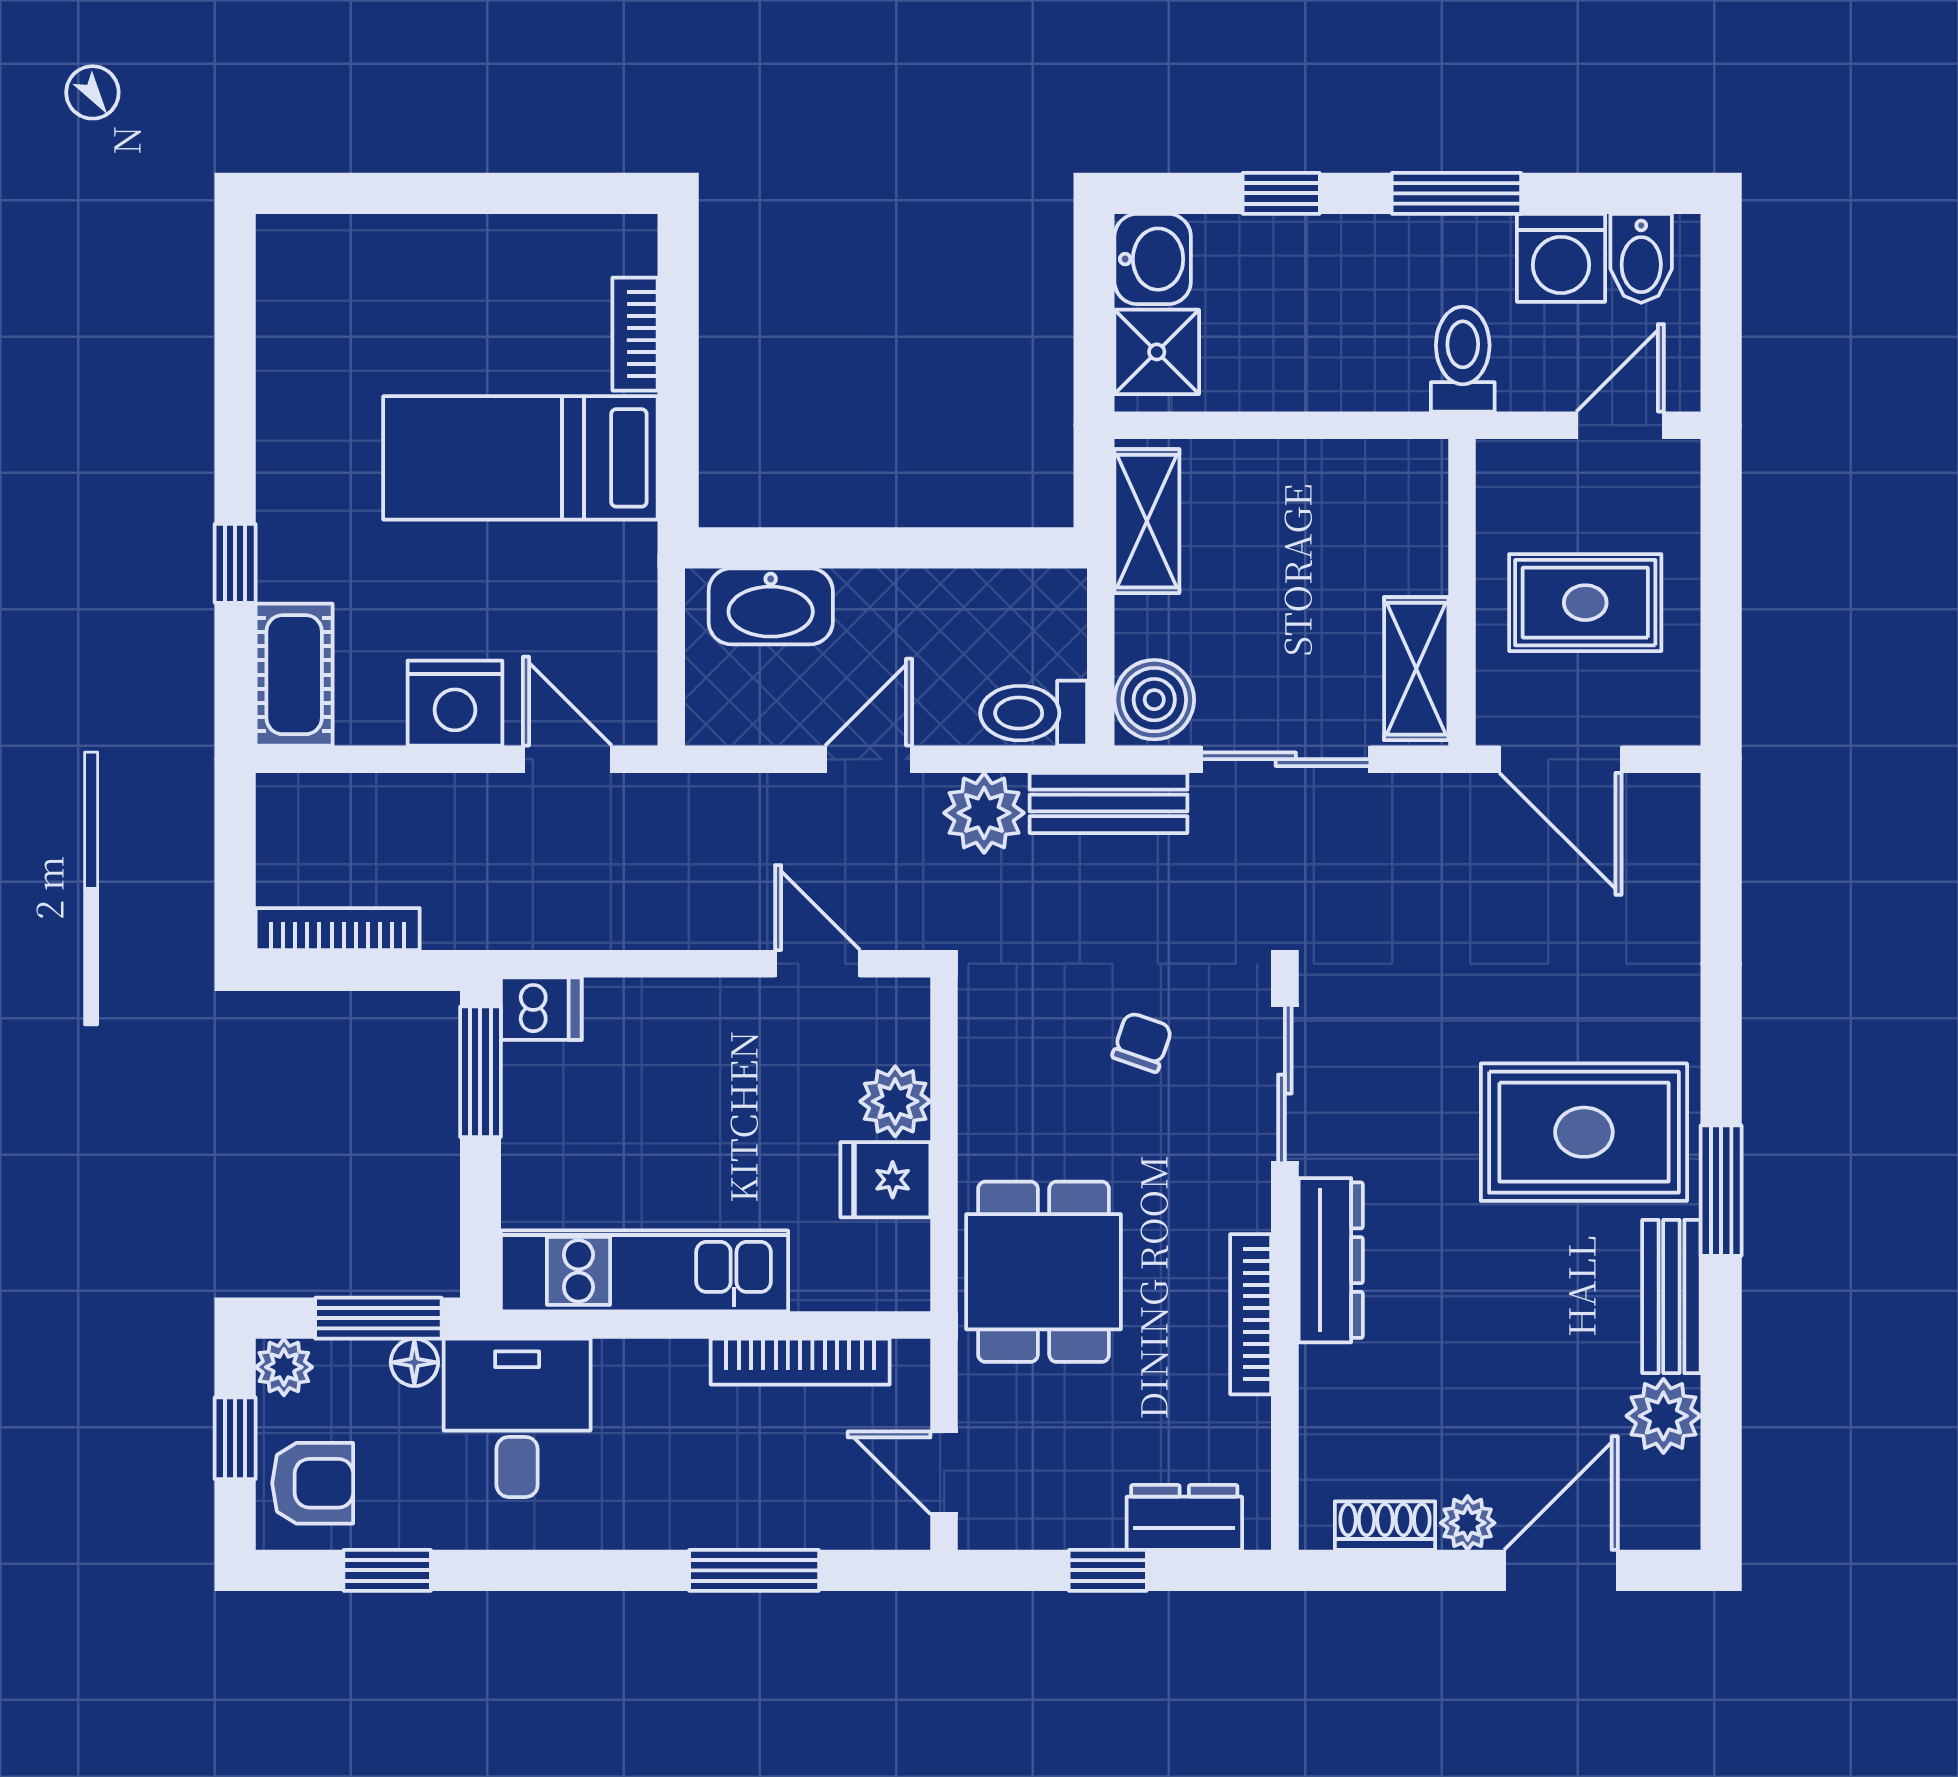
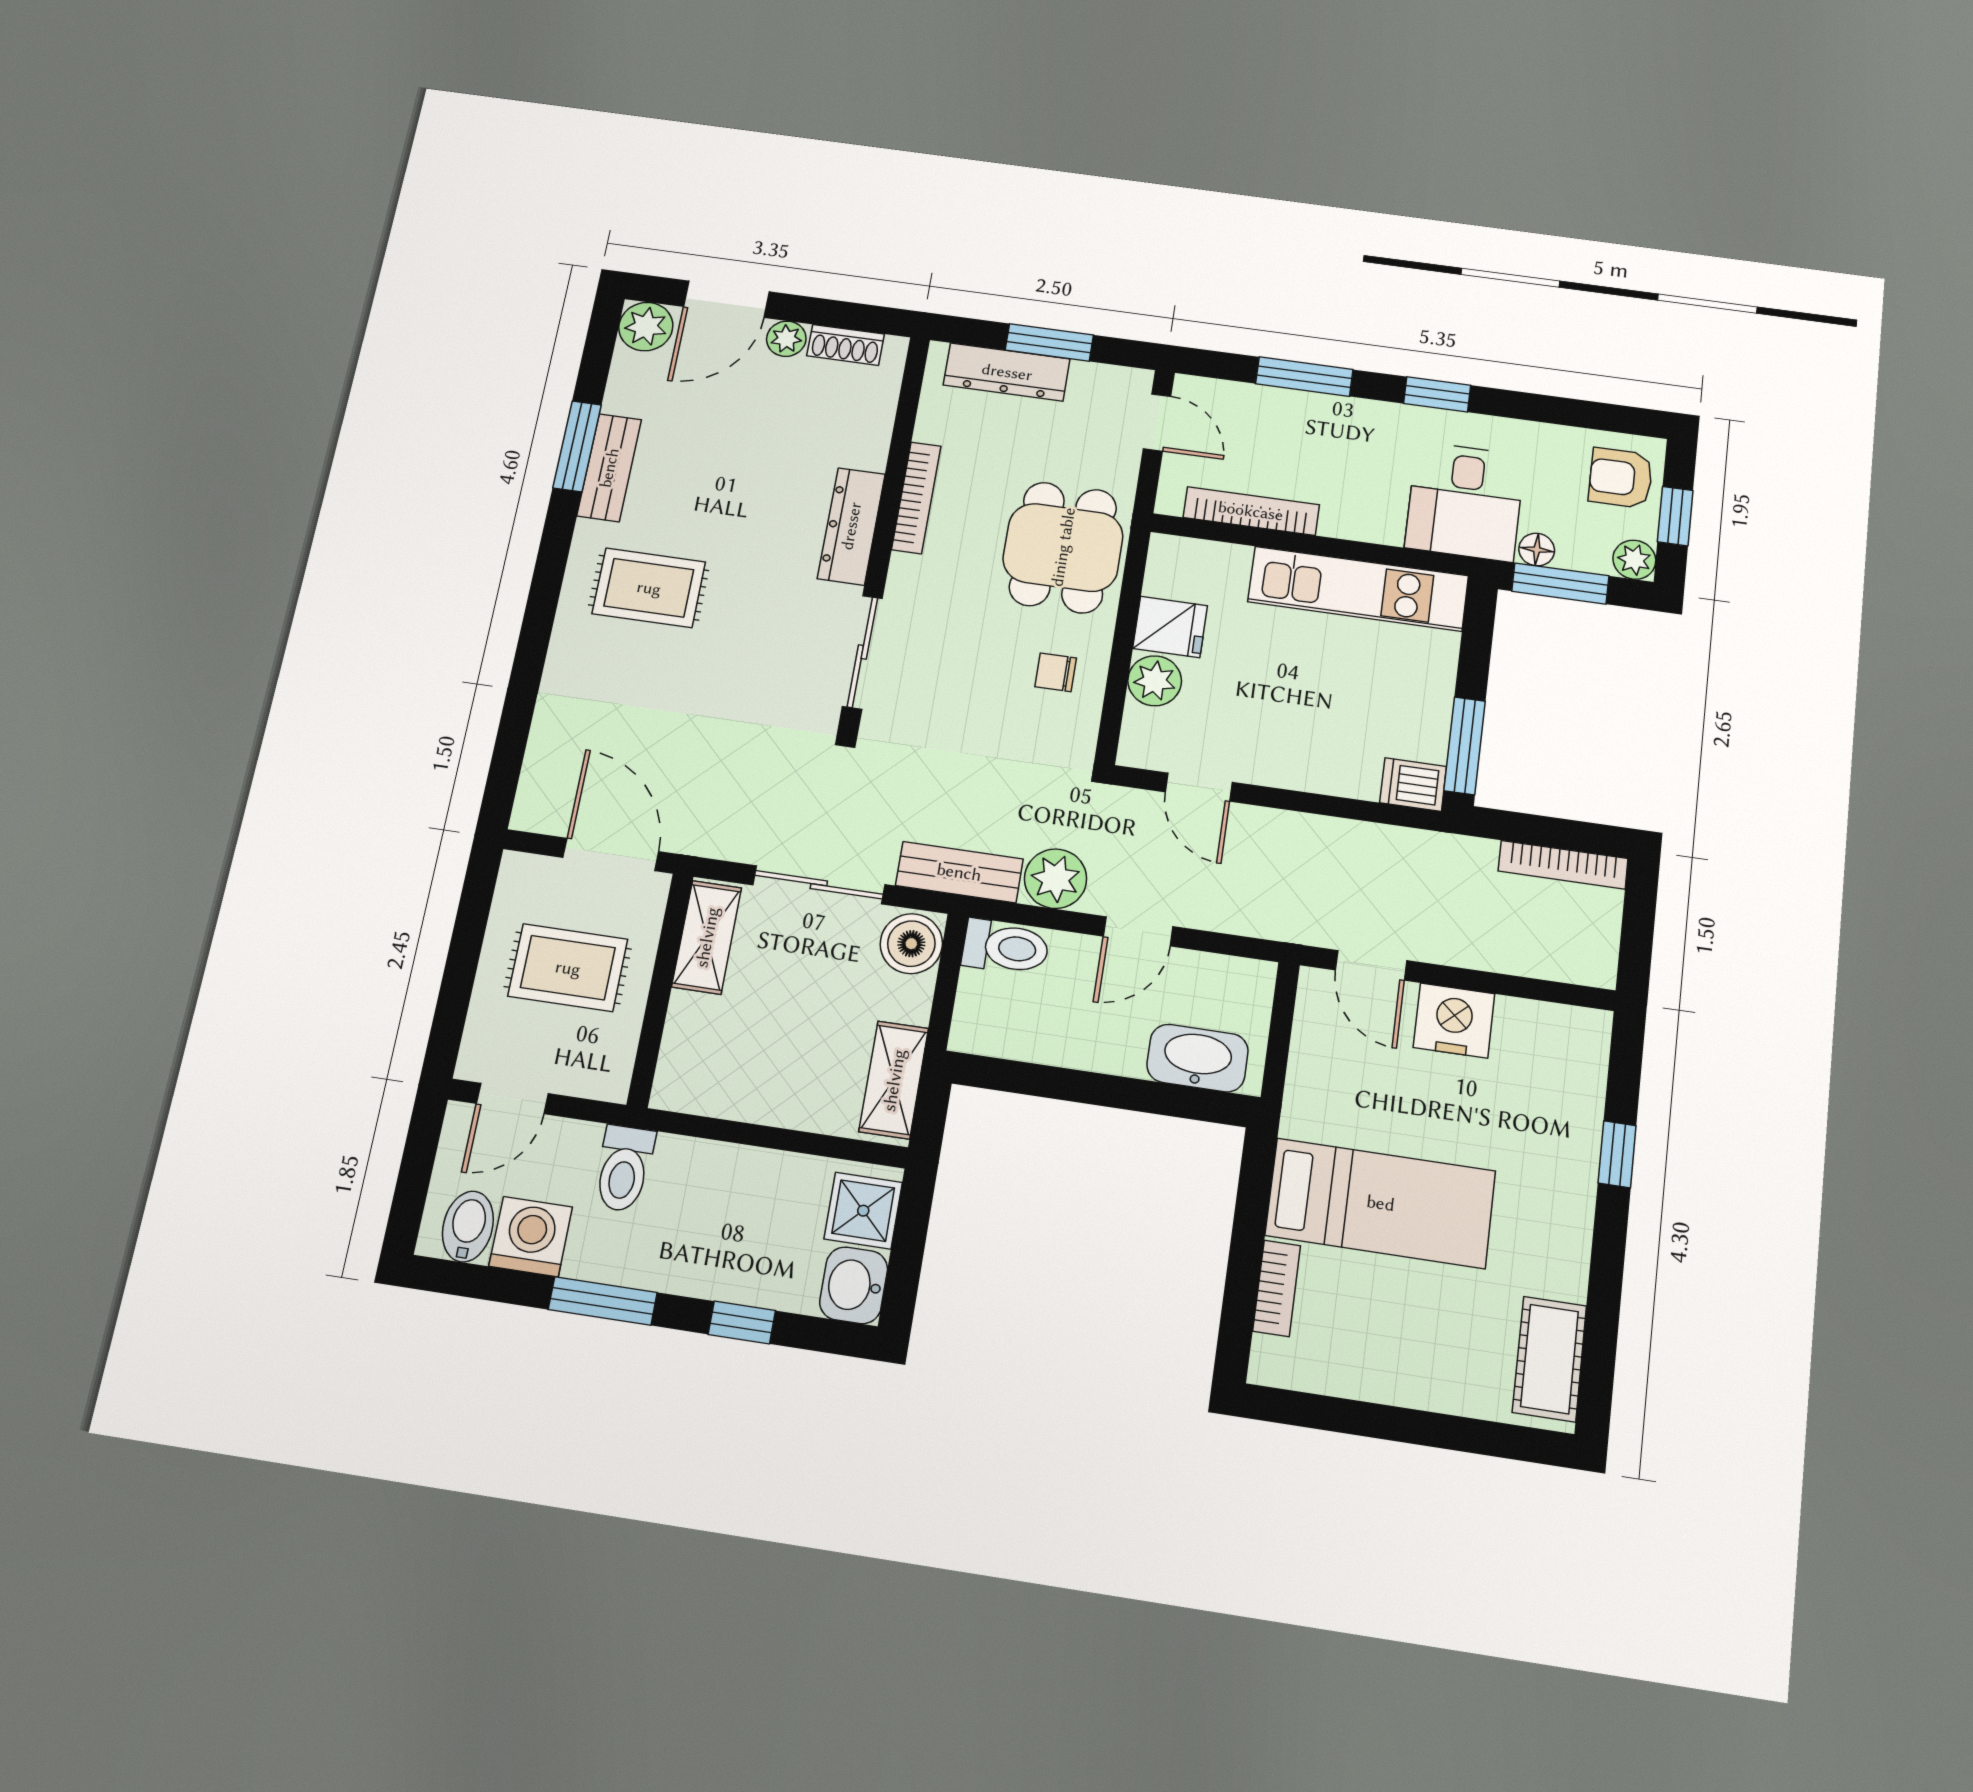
cot: (294, 675) -> (1550, 1359), moved
chair: (1142, 1042) -> (1056, 672), moved, turned 71
rug: (1584, 1132) -> (649, 588), width x0.73, depth x0.70
window: (1721, 1191) -> (577, 446), moved
plant: (1663, 1416) -> (646, 327), moved
dresser: (1184, 1517) -> (1007, 372), width x1.44
window: (387, 1570) -> (1437, 394), moved
window: (1108, 1570) -> (1049, 342), width x1.50

